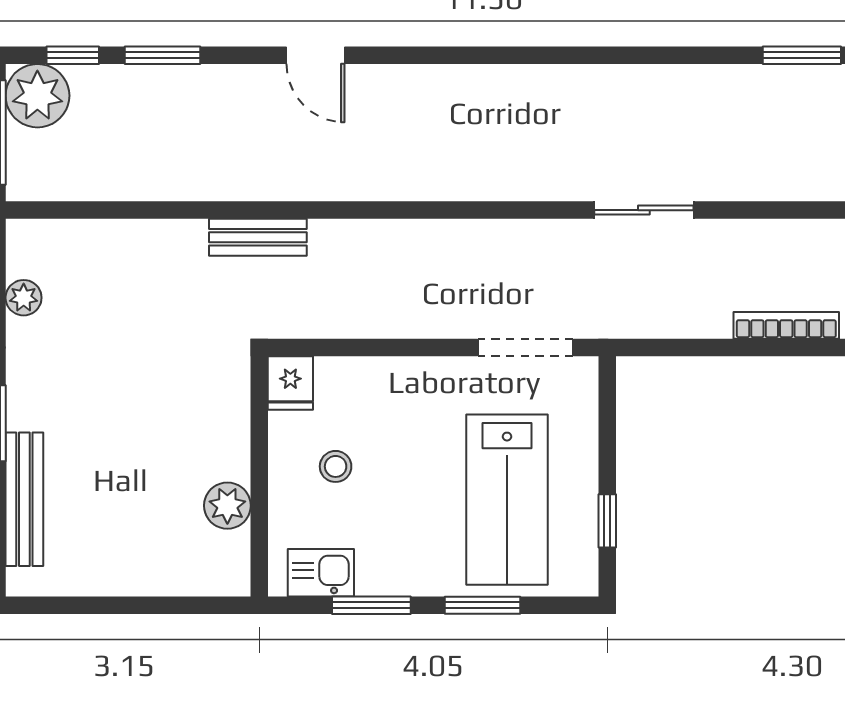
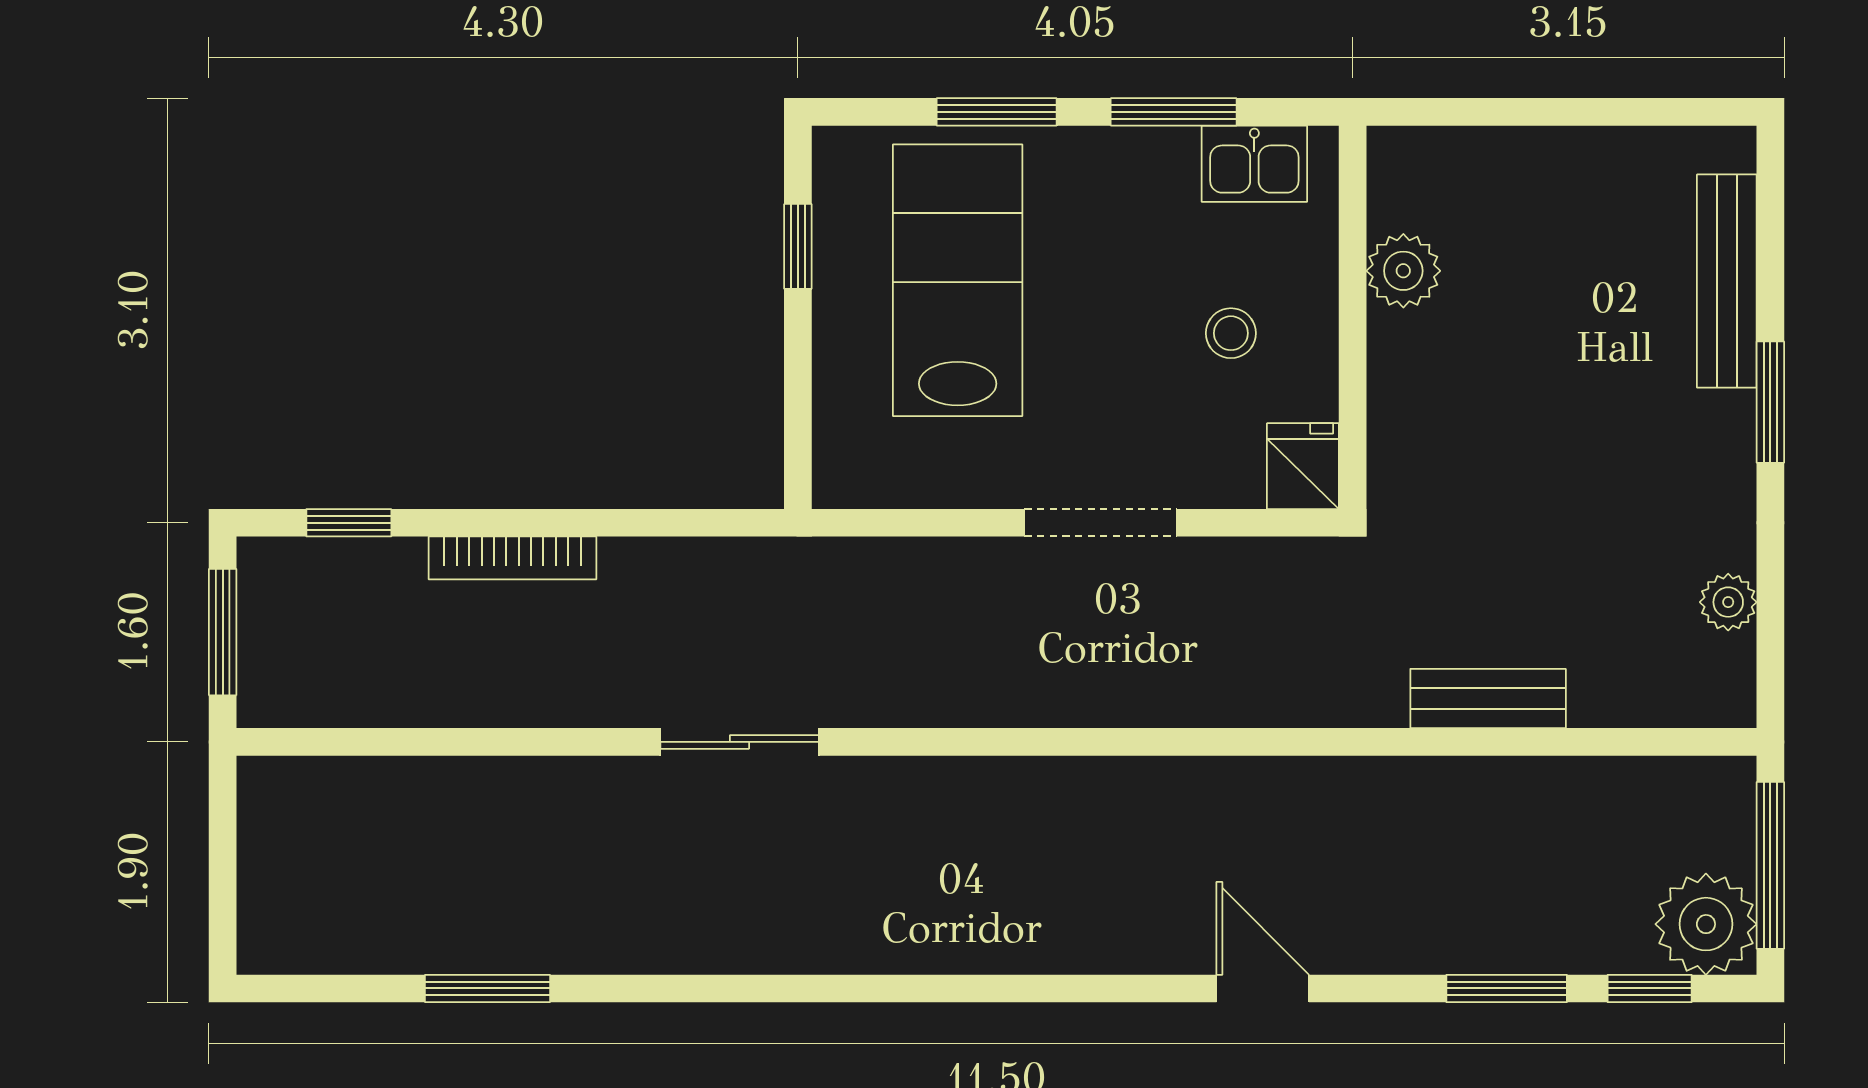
bench: (258, 237) -> (1488, 699), moved
doorway: (525, 347) -> (1101, 523), moved

